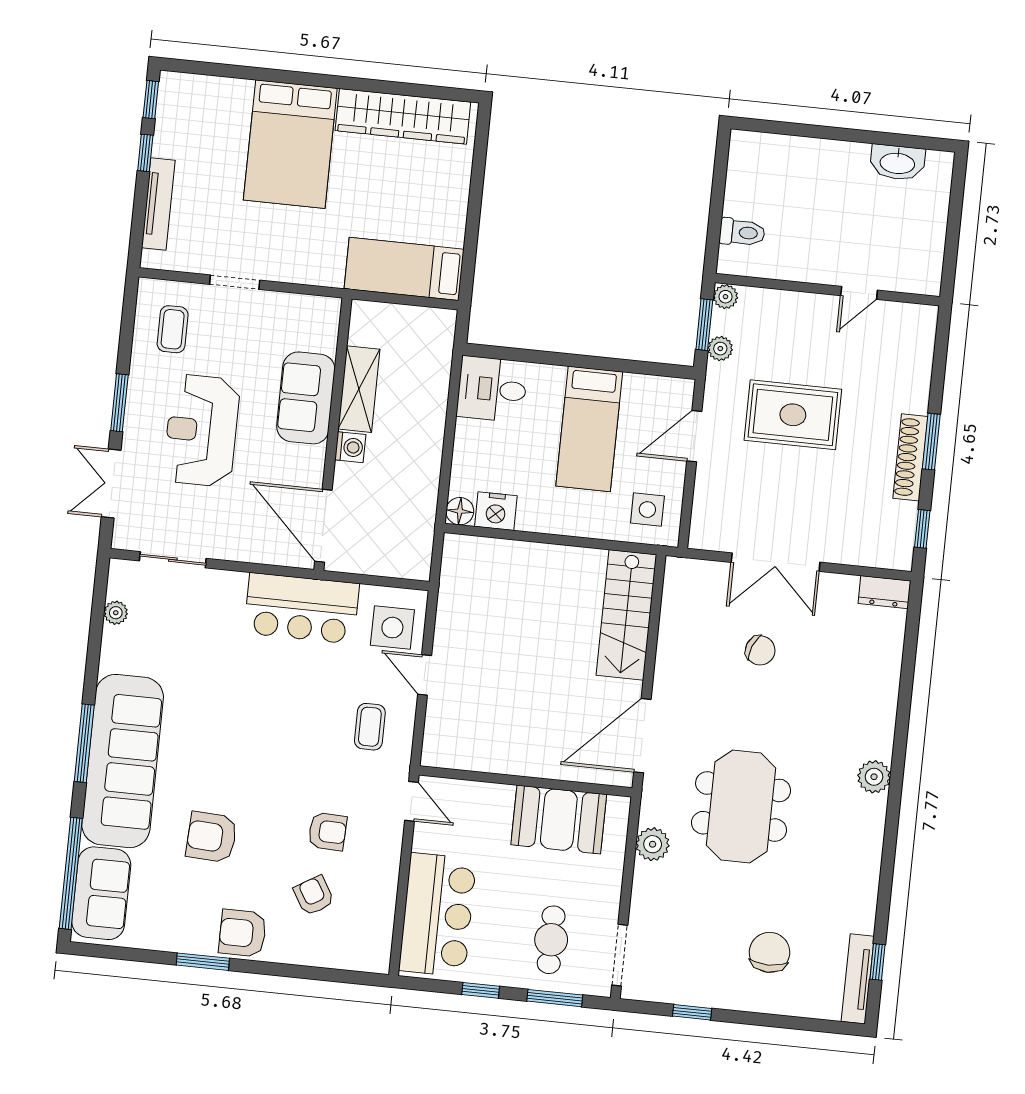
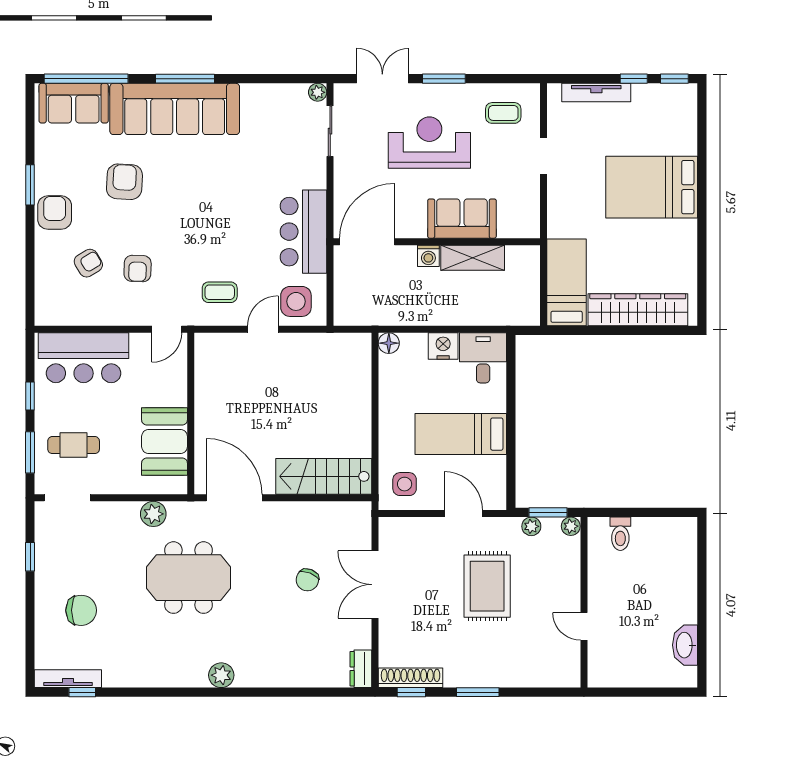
wardrobe: (403, 116) -> (638, 310), moved, turned 90
shoe rack: (910, 457) -> (411, 678), moved
nightstand: (496, 511) -> (443, 346), moved, turned 90
plant: (116, 613) -> (318, 92), moved

